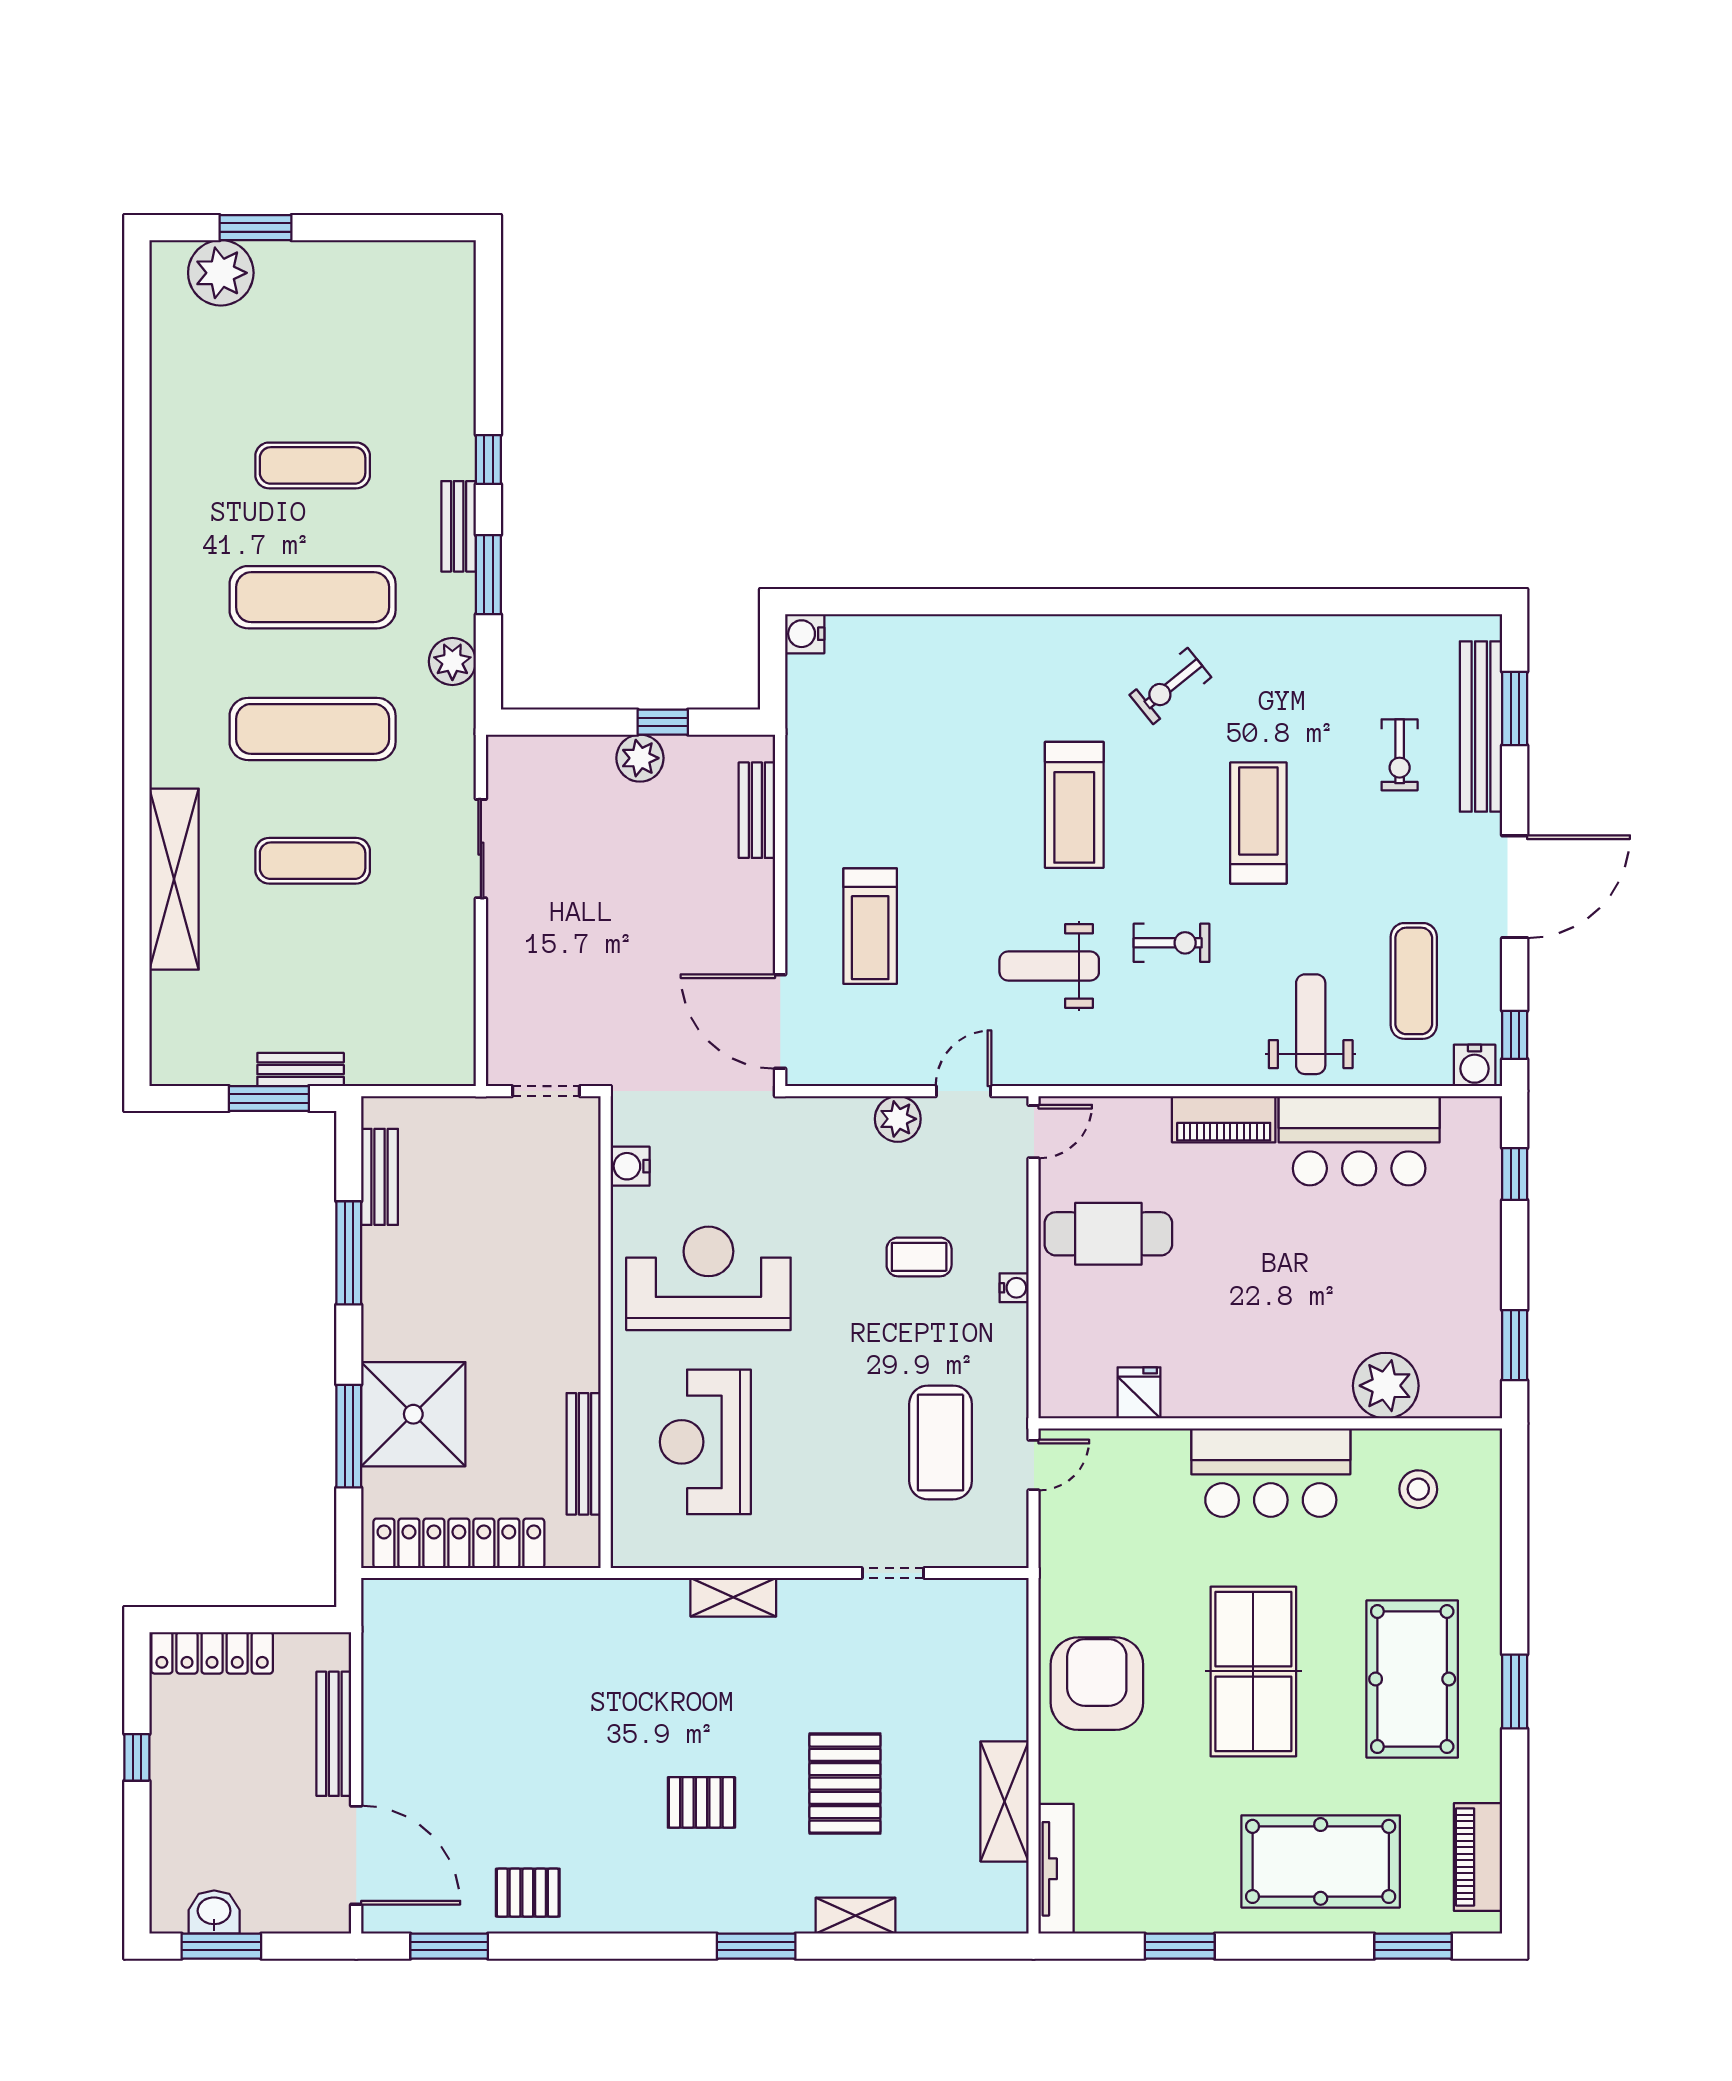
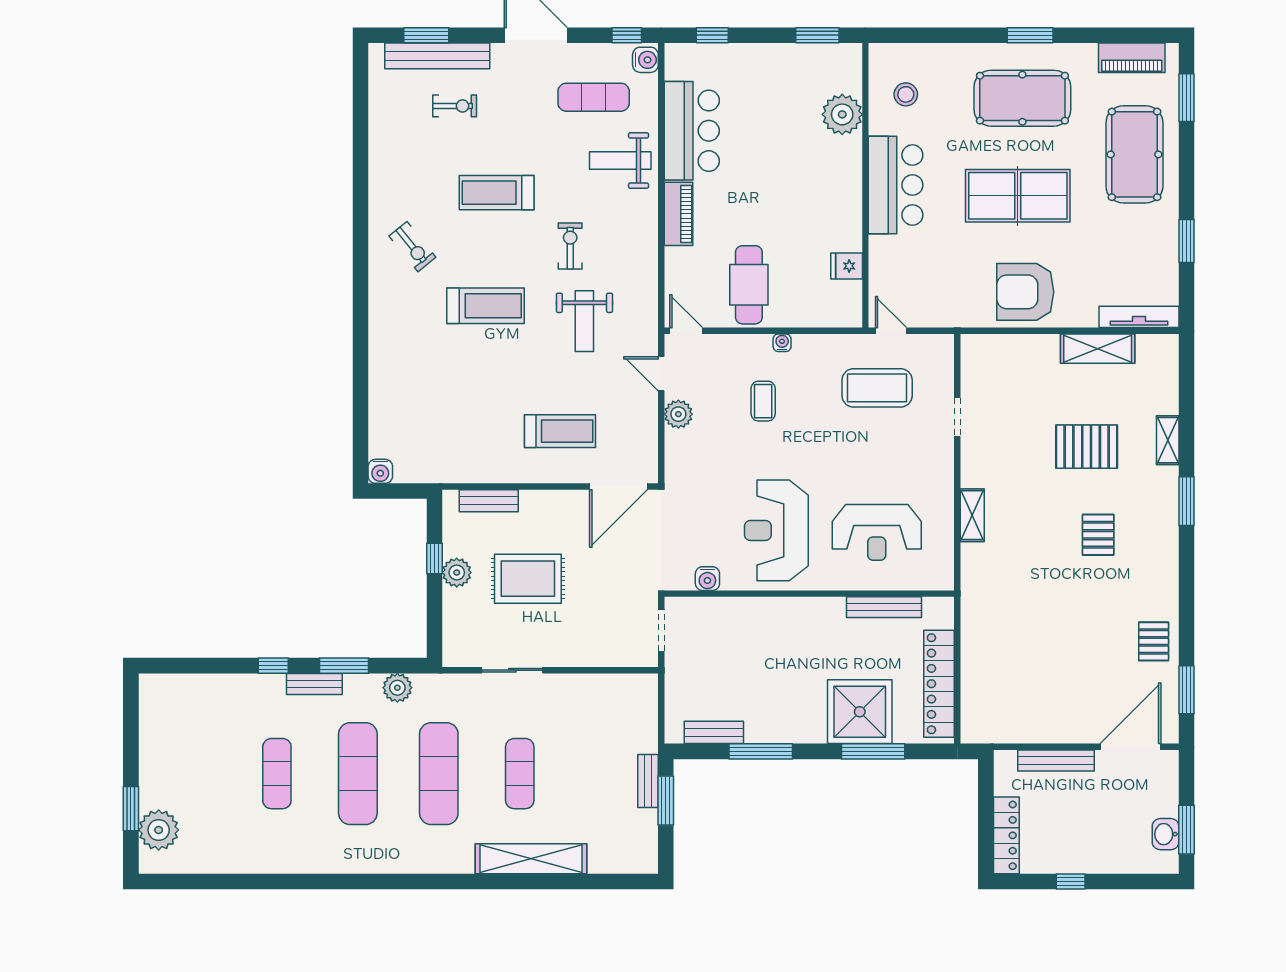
rug: (630, 874) -> (528, 579), added

